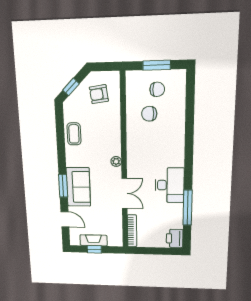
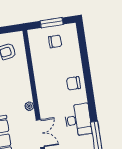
chair: (149, 114) -> (73, 83), moved

